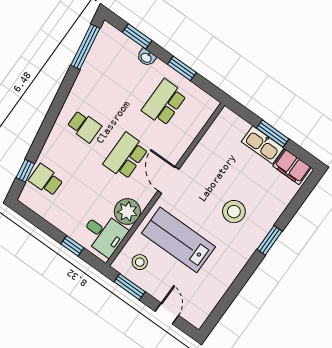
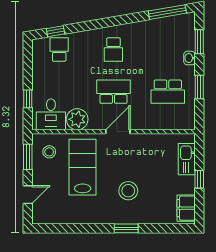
school desk: (164, 103) -> (168, 92), turned 180
window: (273, 133) -> (199, 179), width x0.67
kitchen sink: (263, 145) -> (187, 159), moved

